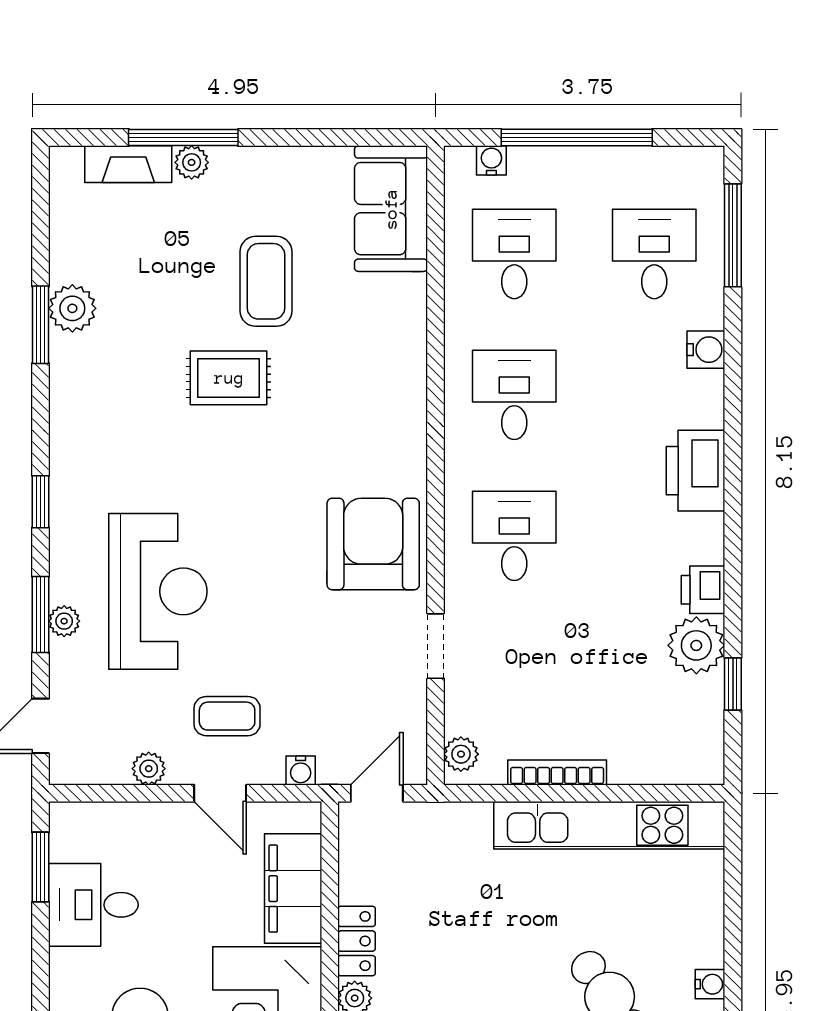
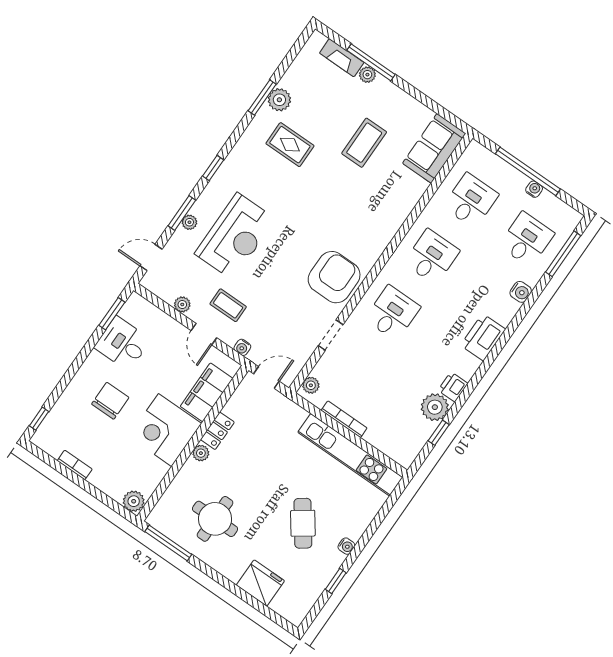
water cooler: (491, 160) -> (534, 189), moved
rug: (229, 378) -> (290, 145), moved

